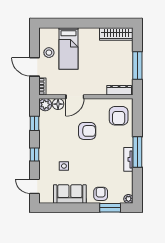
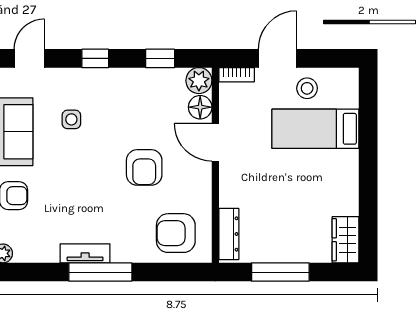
wardrobe: (116, 34) -> (346, 240), width x0.67

